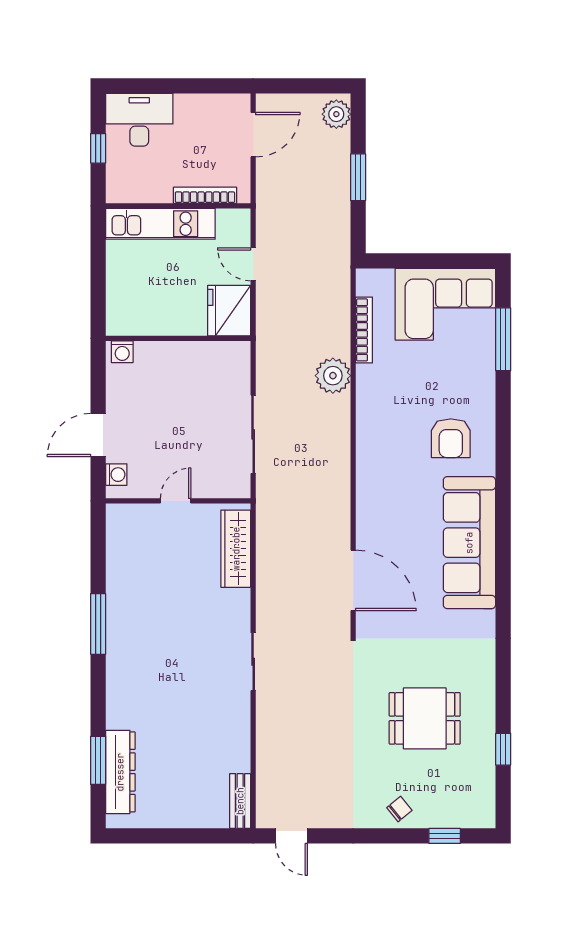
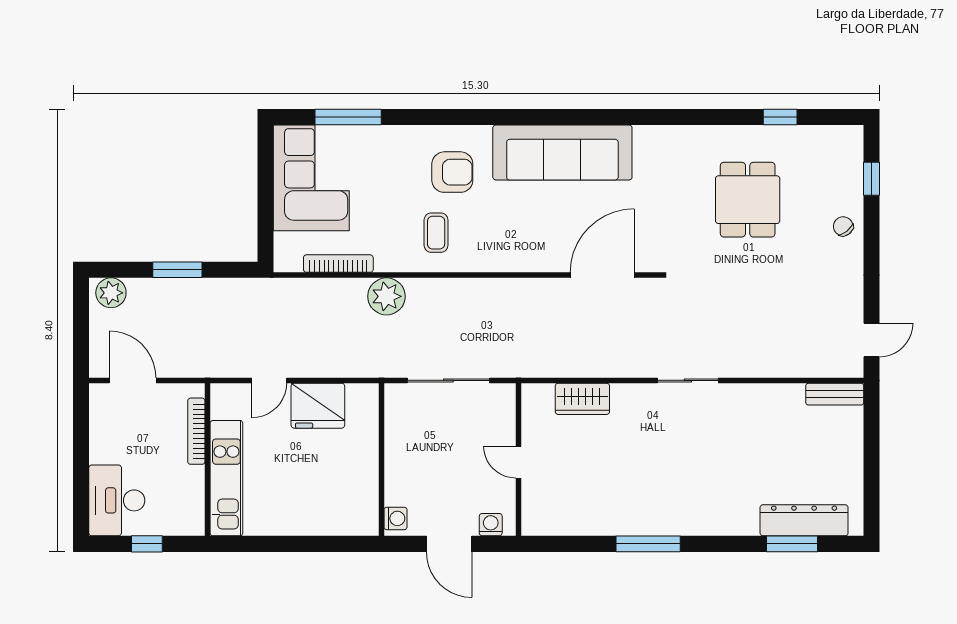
wall: (178, 338) -> (381, 460), moved
washing machine: (122, 352) -> (395, 518), moved
coffee table: (393, 423) -> (436, 233), added
wardrobe: (236, 549) -> (582, 399), width x0.67

